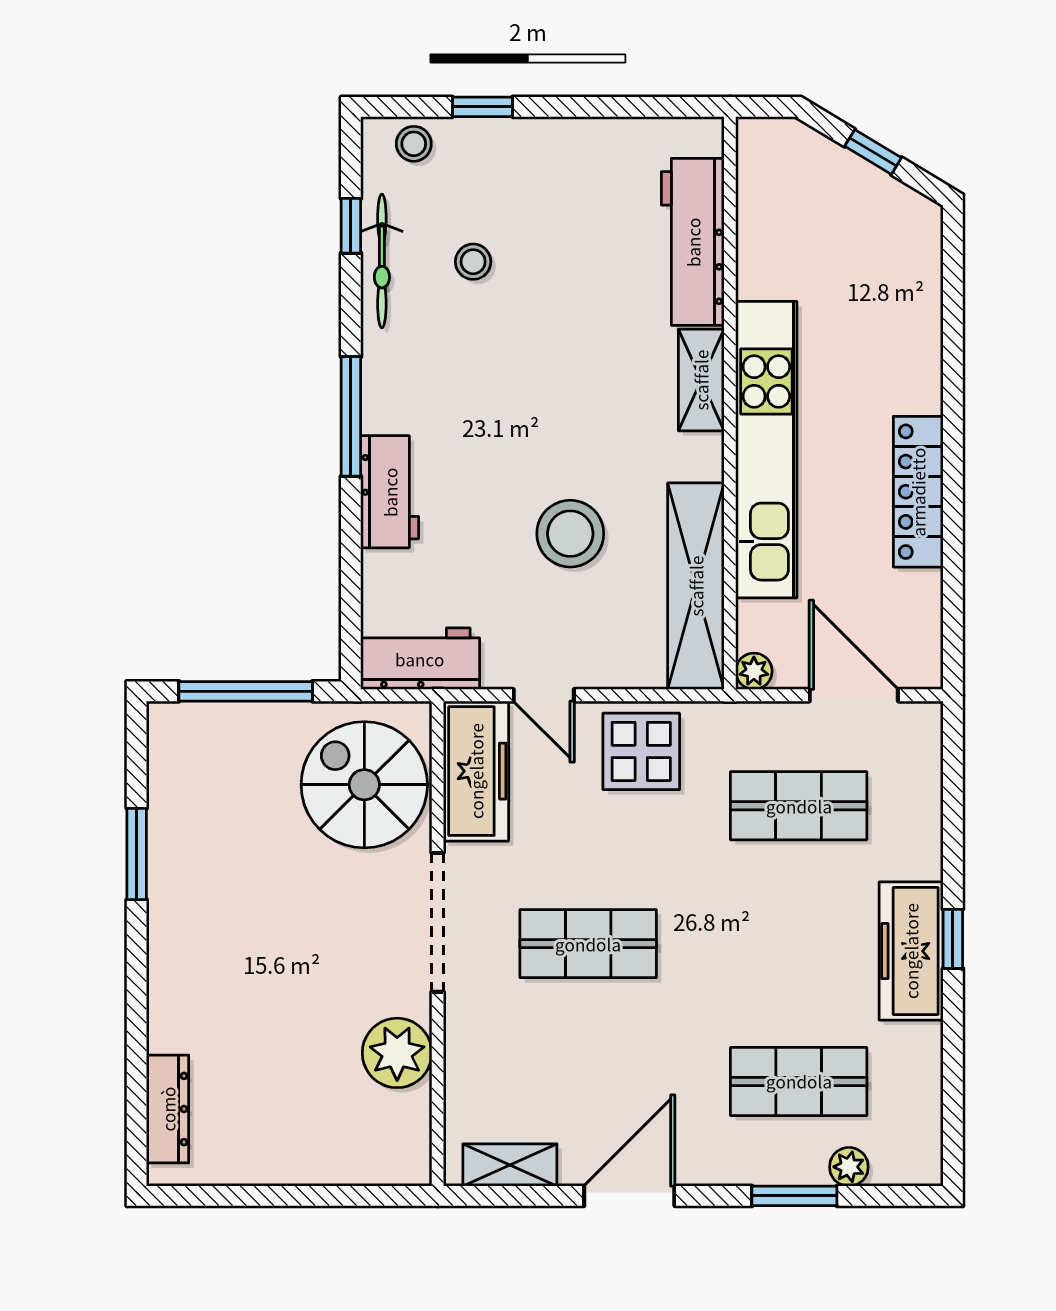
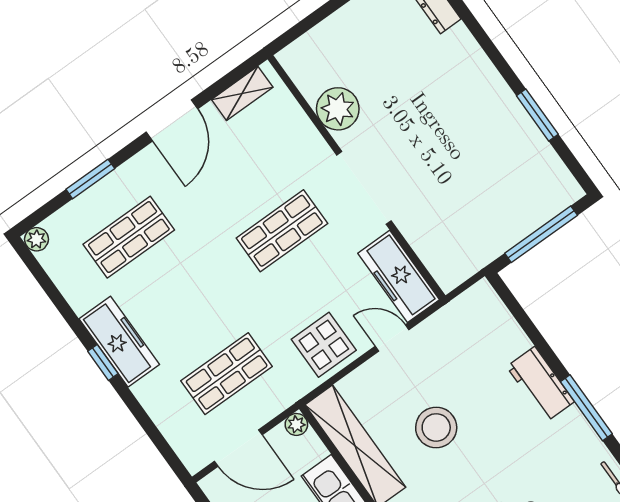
workbench: (420, 659) -> (466, 312), removed
spiral stairs: (364, 785) -> (449, 230), removed
plant: (849, 1167) -> (36, 239), moved

